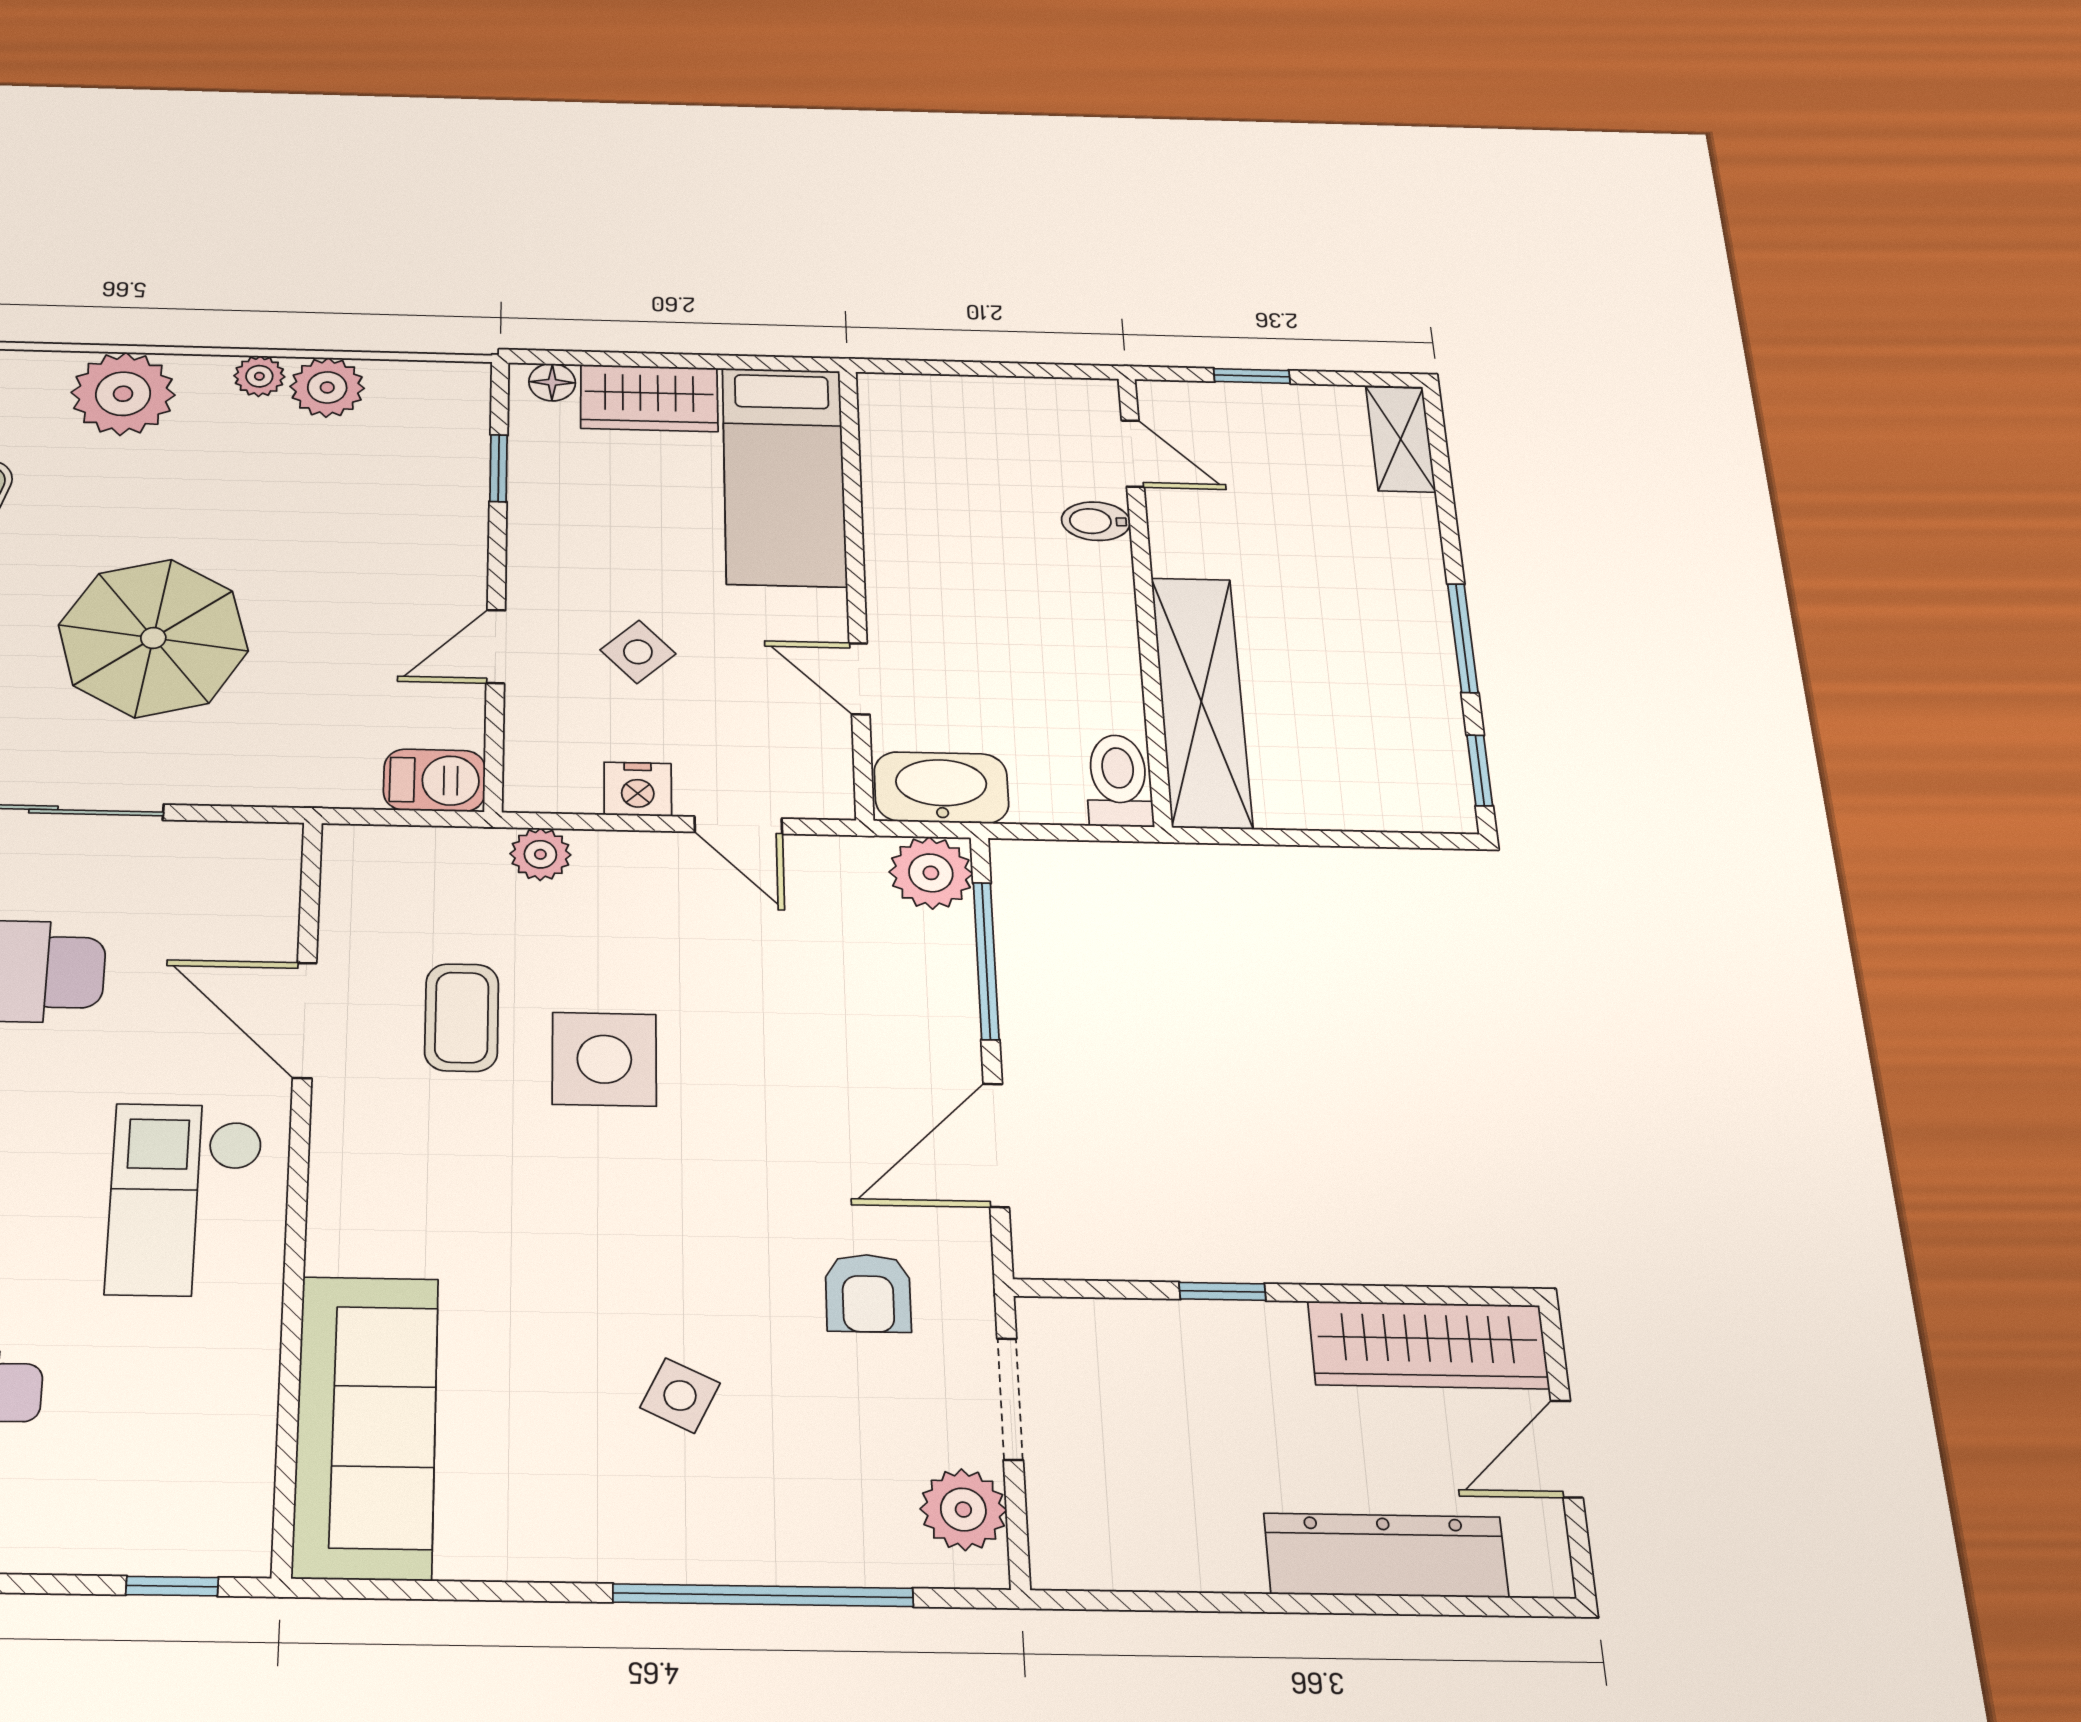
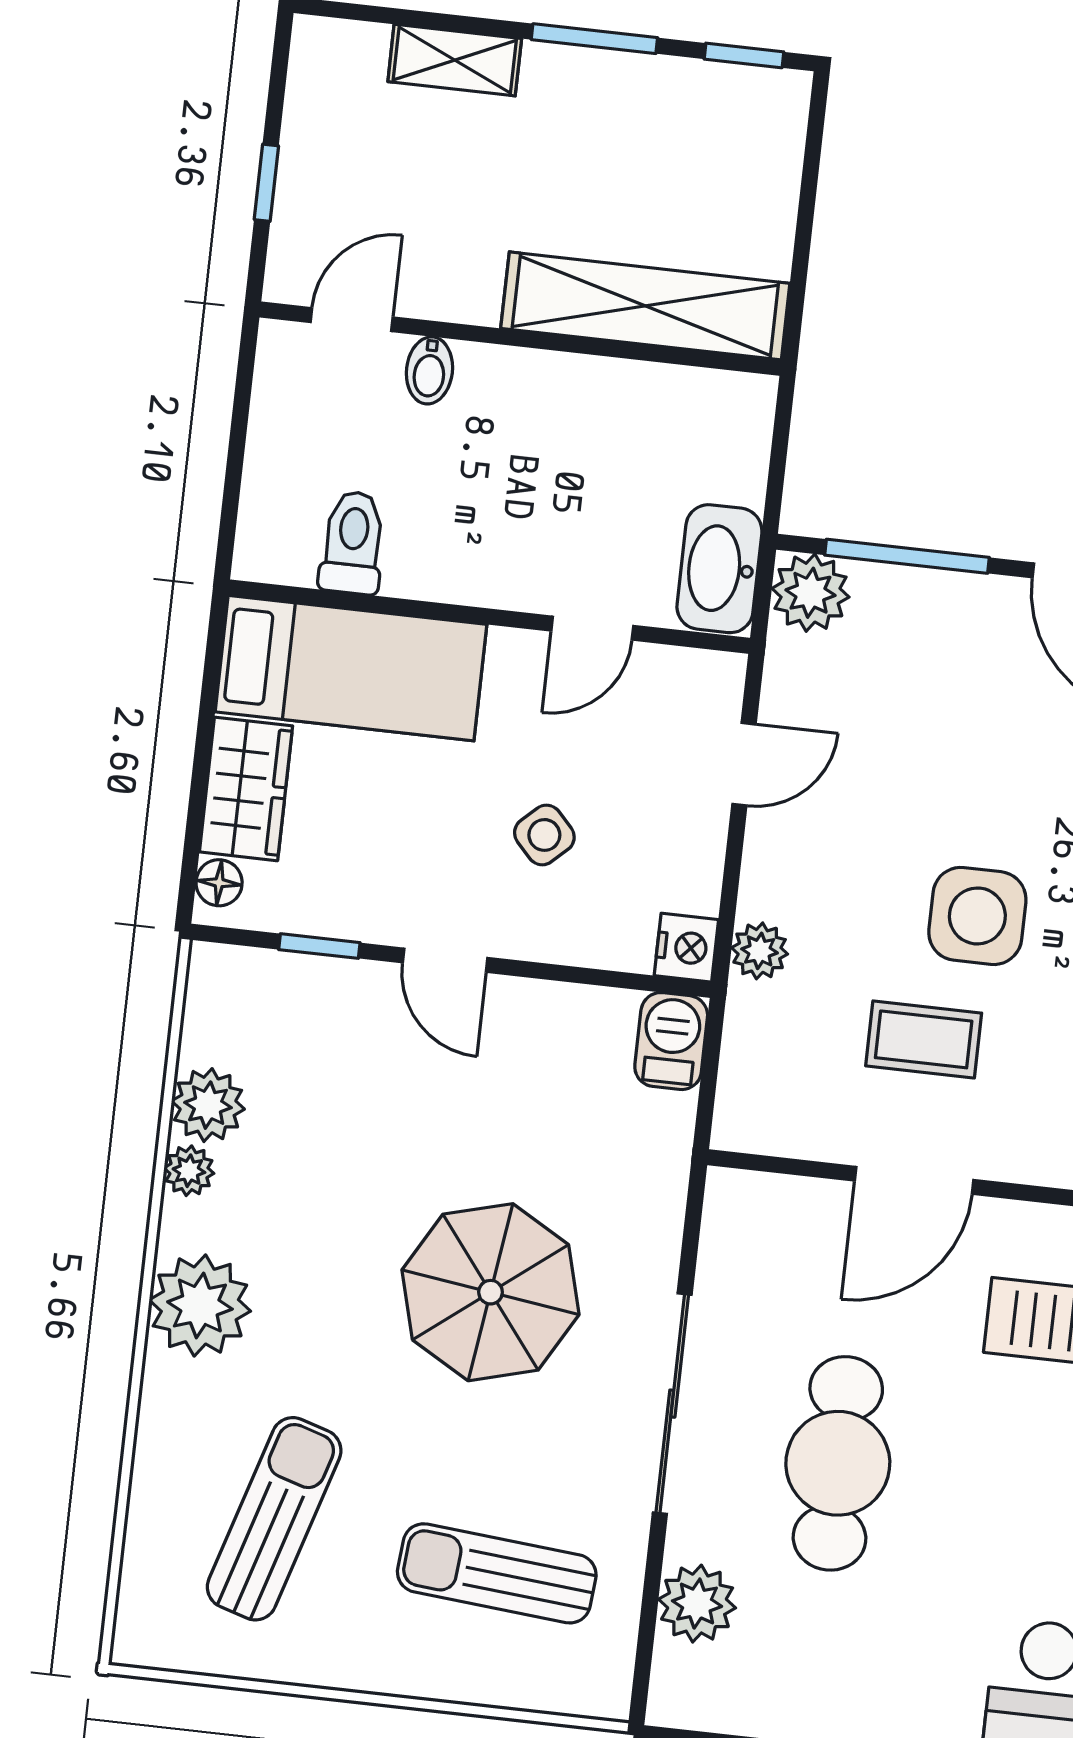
shelving: (1401, 439) -> (455, 60), moved
door: (496, 646) -> (445, 960), moved
toilet: (1119, 781) -> (353, 543), moved, turned 90
nightstand: (638, 789) -> (686, 948), moved

